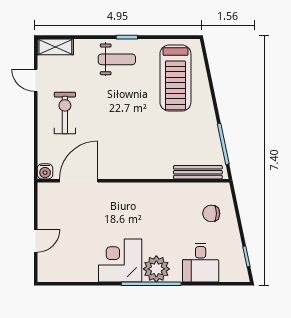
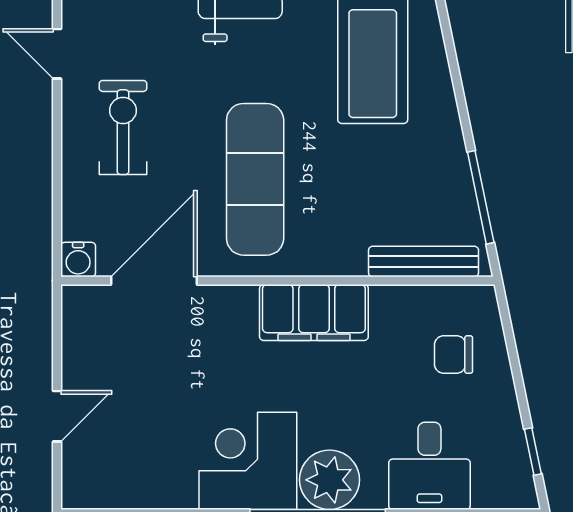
exercise mat: (123, 136) -> (255, 179), added
filing cabinet: (149, 195) -> (314, 313), added

